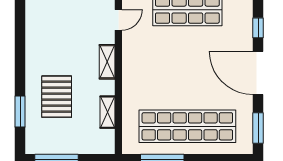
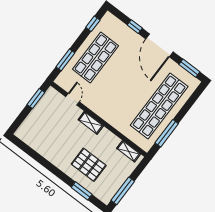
door: (258, 73) -> (159, 45), hinge flipped
shelving: (108, 112) -> (128, 151), moved

